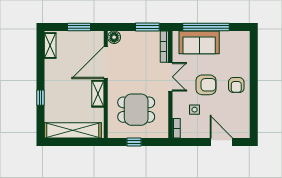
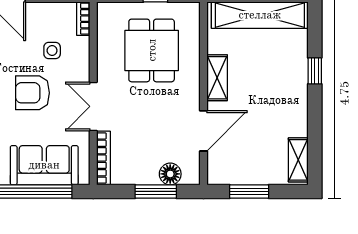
window: (147, 27) -> (156, 191), moved
floor lamp: (114, 37) -> (170, 174), moved
door: (106, 62) -> (203, 131), width x0.73
dining table: (136, 110) -> (152, 50), turned 90

